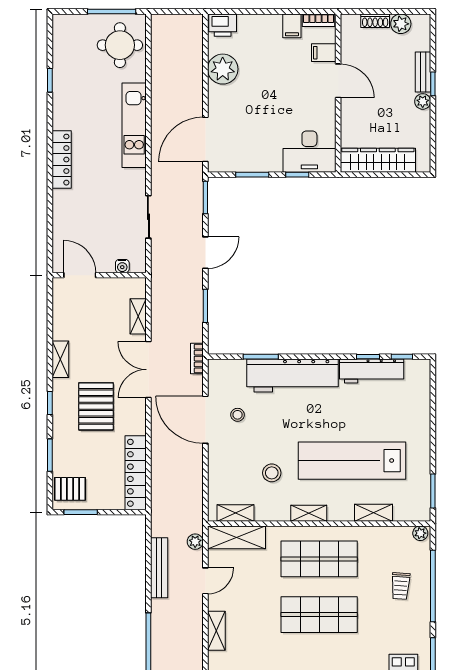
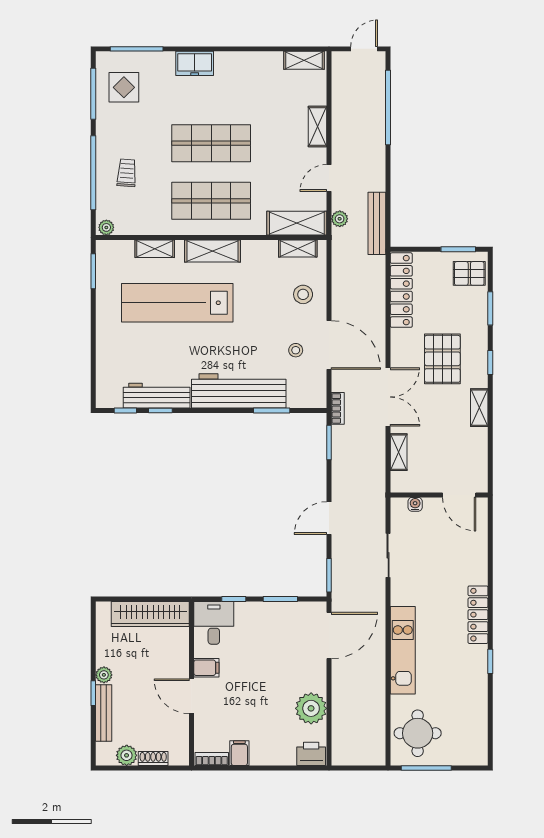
filing cabinet: (324, 53) -> (206, 668), moved
bench: (423, 72) -> (104, 713), width x1.36
window: (50, 80) -> (490, 661), moved
desk: (309, 152) -> (214, 623), width x0.73
window: (205, 306) -> (329, 443), moved
lab bench: (352, 461) -> (177, 303), turned 180
stool: (272, 473) -> (303, 294), moved
shelving: (309, 513) -> (213, 251), width x1.50, depth x1.33
bench: (159, 568) -> (377, 223), moved

